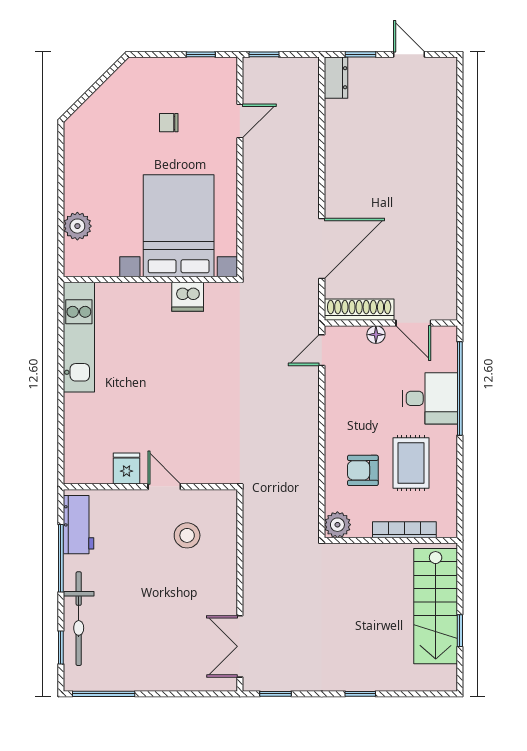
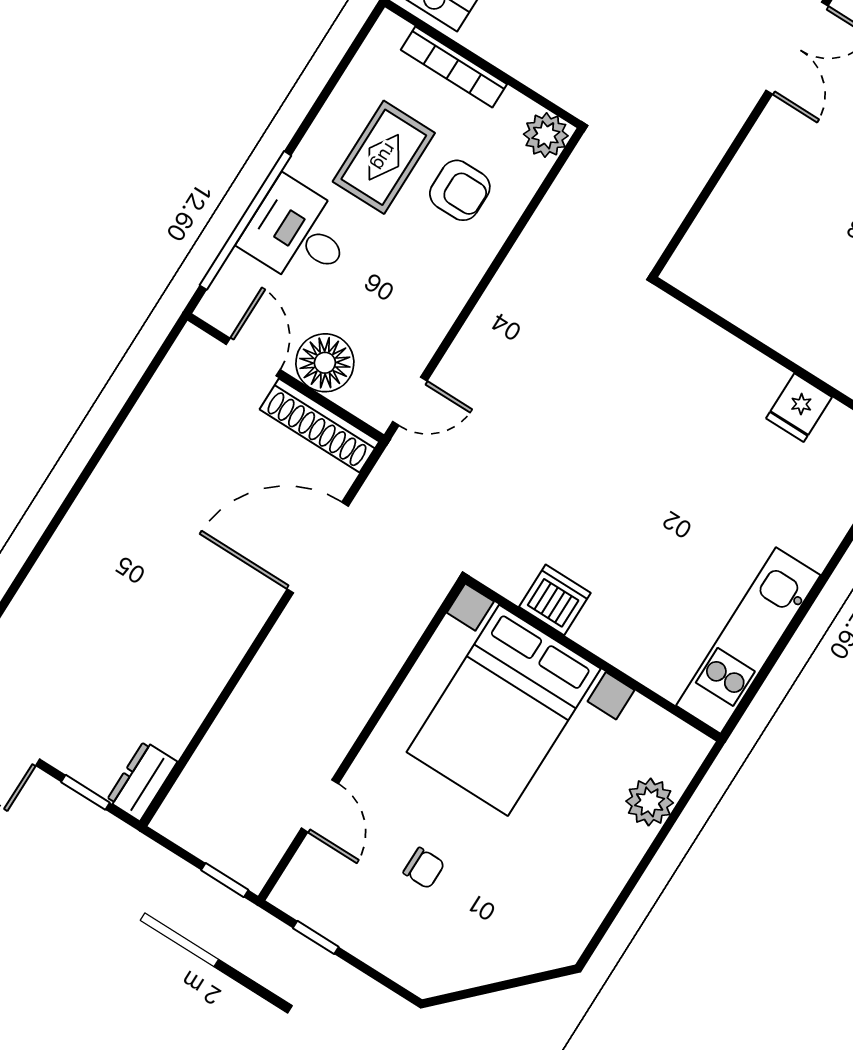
door: (240, 121) -> (320, 806), swing flipped
floor lamp: (376, 335) -> (325, 363), width x1.89, depth x1.89
door: (164, 487) -> (761, 347), removed
stool: (187, 535) -> (773, 256), removed

